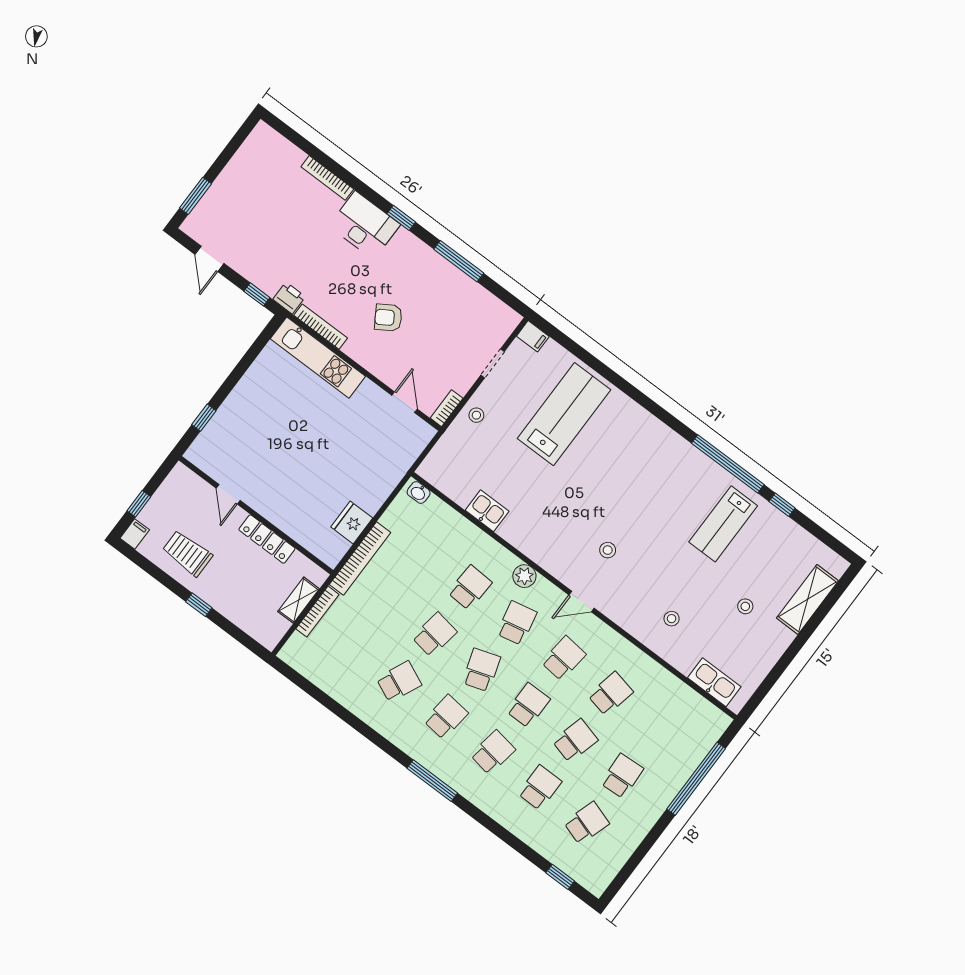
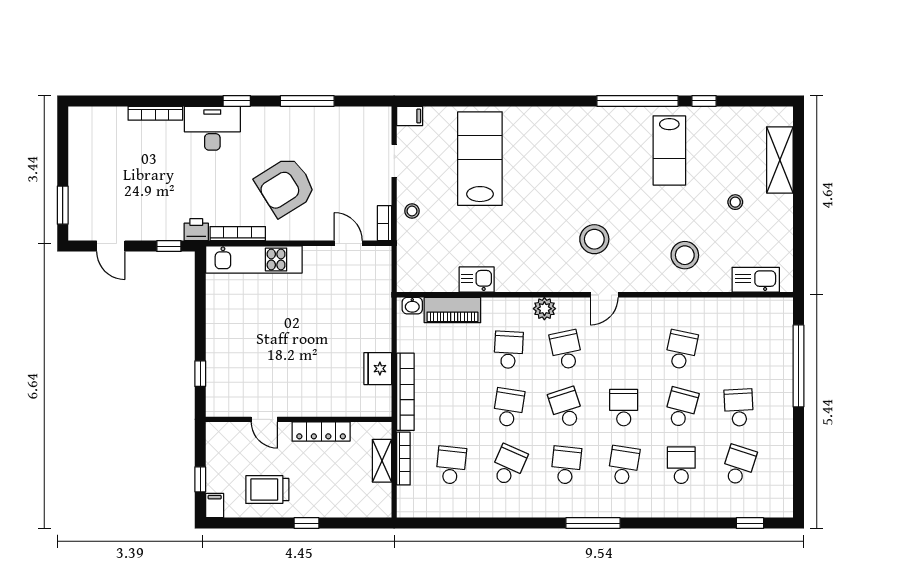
armchair: (388, 318) -> (285, 187), width x1.88, depth x1.88
piano: (449, 521) -> (452, 310), added
stool: (608, 550) -> (594, 239), width x1.89, depth x1.89
stool: (672, 619) -> (685, 255), width x1.89, depth x1.89
school desk: (564, 658) -> (451, 465), moved

